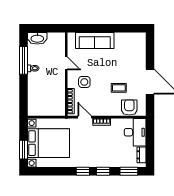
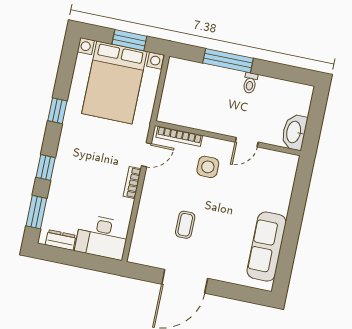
washbasin: (37, 38) -> (294, 132), moved
sofa: (95, 40) -> (267, 247), moved
window: (23, 60) -> (228, 61), moved
armchair: (129, 107) -> (147, 236), removed
window: (23, 150) -> (129, 40), moved
window: (83, 171) -> (57, 111), moved

